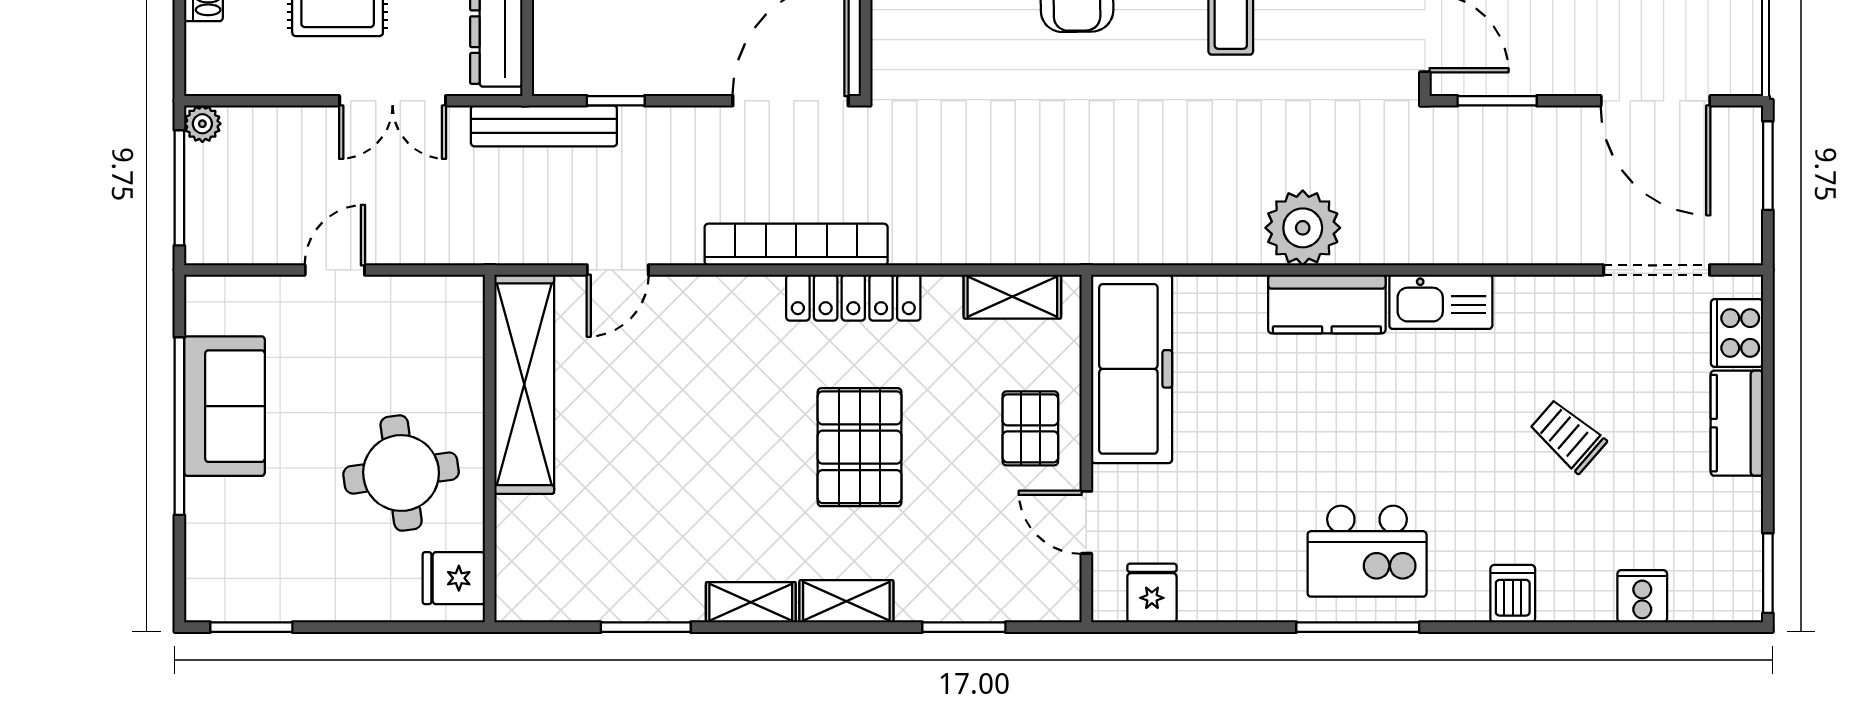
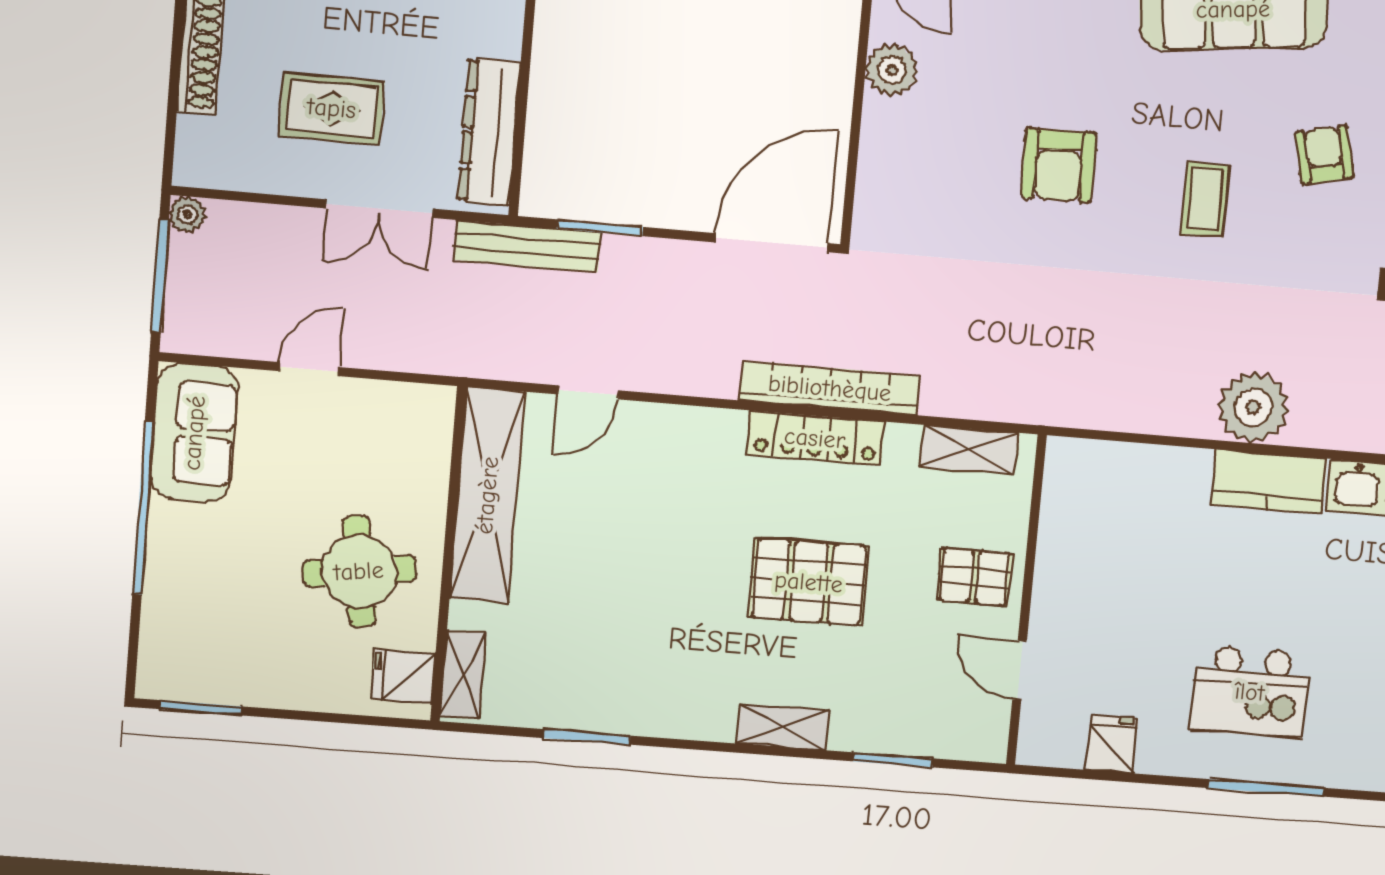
window: (616, 101) -> (600, 228), width x1.50
bookcase: (796, 244) -> (830, 388), moved
freezer: (1132, 369) -> (1077, 528), removed
sofa: (224, 406) -> (194, 433), moved
pallet: (1030, 428) -> (974, 577), turned 90
pallet: (860, 447) -> (809, 582), turned 90
kitchen island: (1367, 551) -> (1250, 692), moved
fridge: (1152, 593) -> (1112, 744), moved
shelving: (751, 602) -> (463, 674), moved, turned 90

